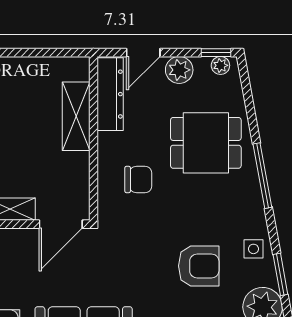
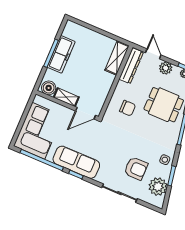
door: (143, 53) -> (153, 54), swing flipped
shelving: (76, 116) -> (117, 58), moved
armchair: (199, 266) -> (136, 168), moved

